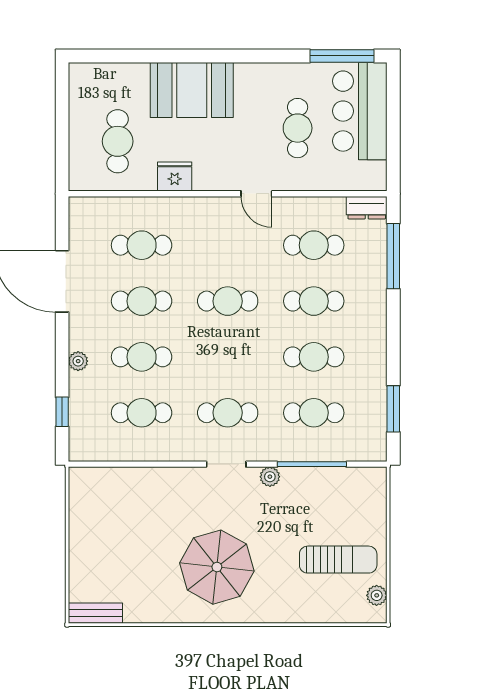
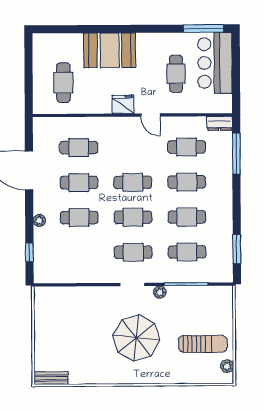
fridge: (175, 177) -> (123, 104), moved
cafe table: (142, 413) -> (133, 217), moved
parasol: (217, 567) -> (136, 338), moved

